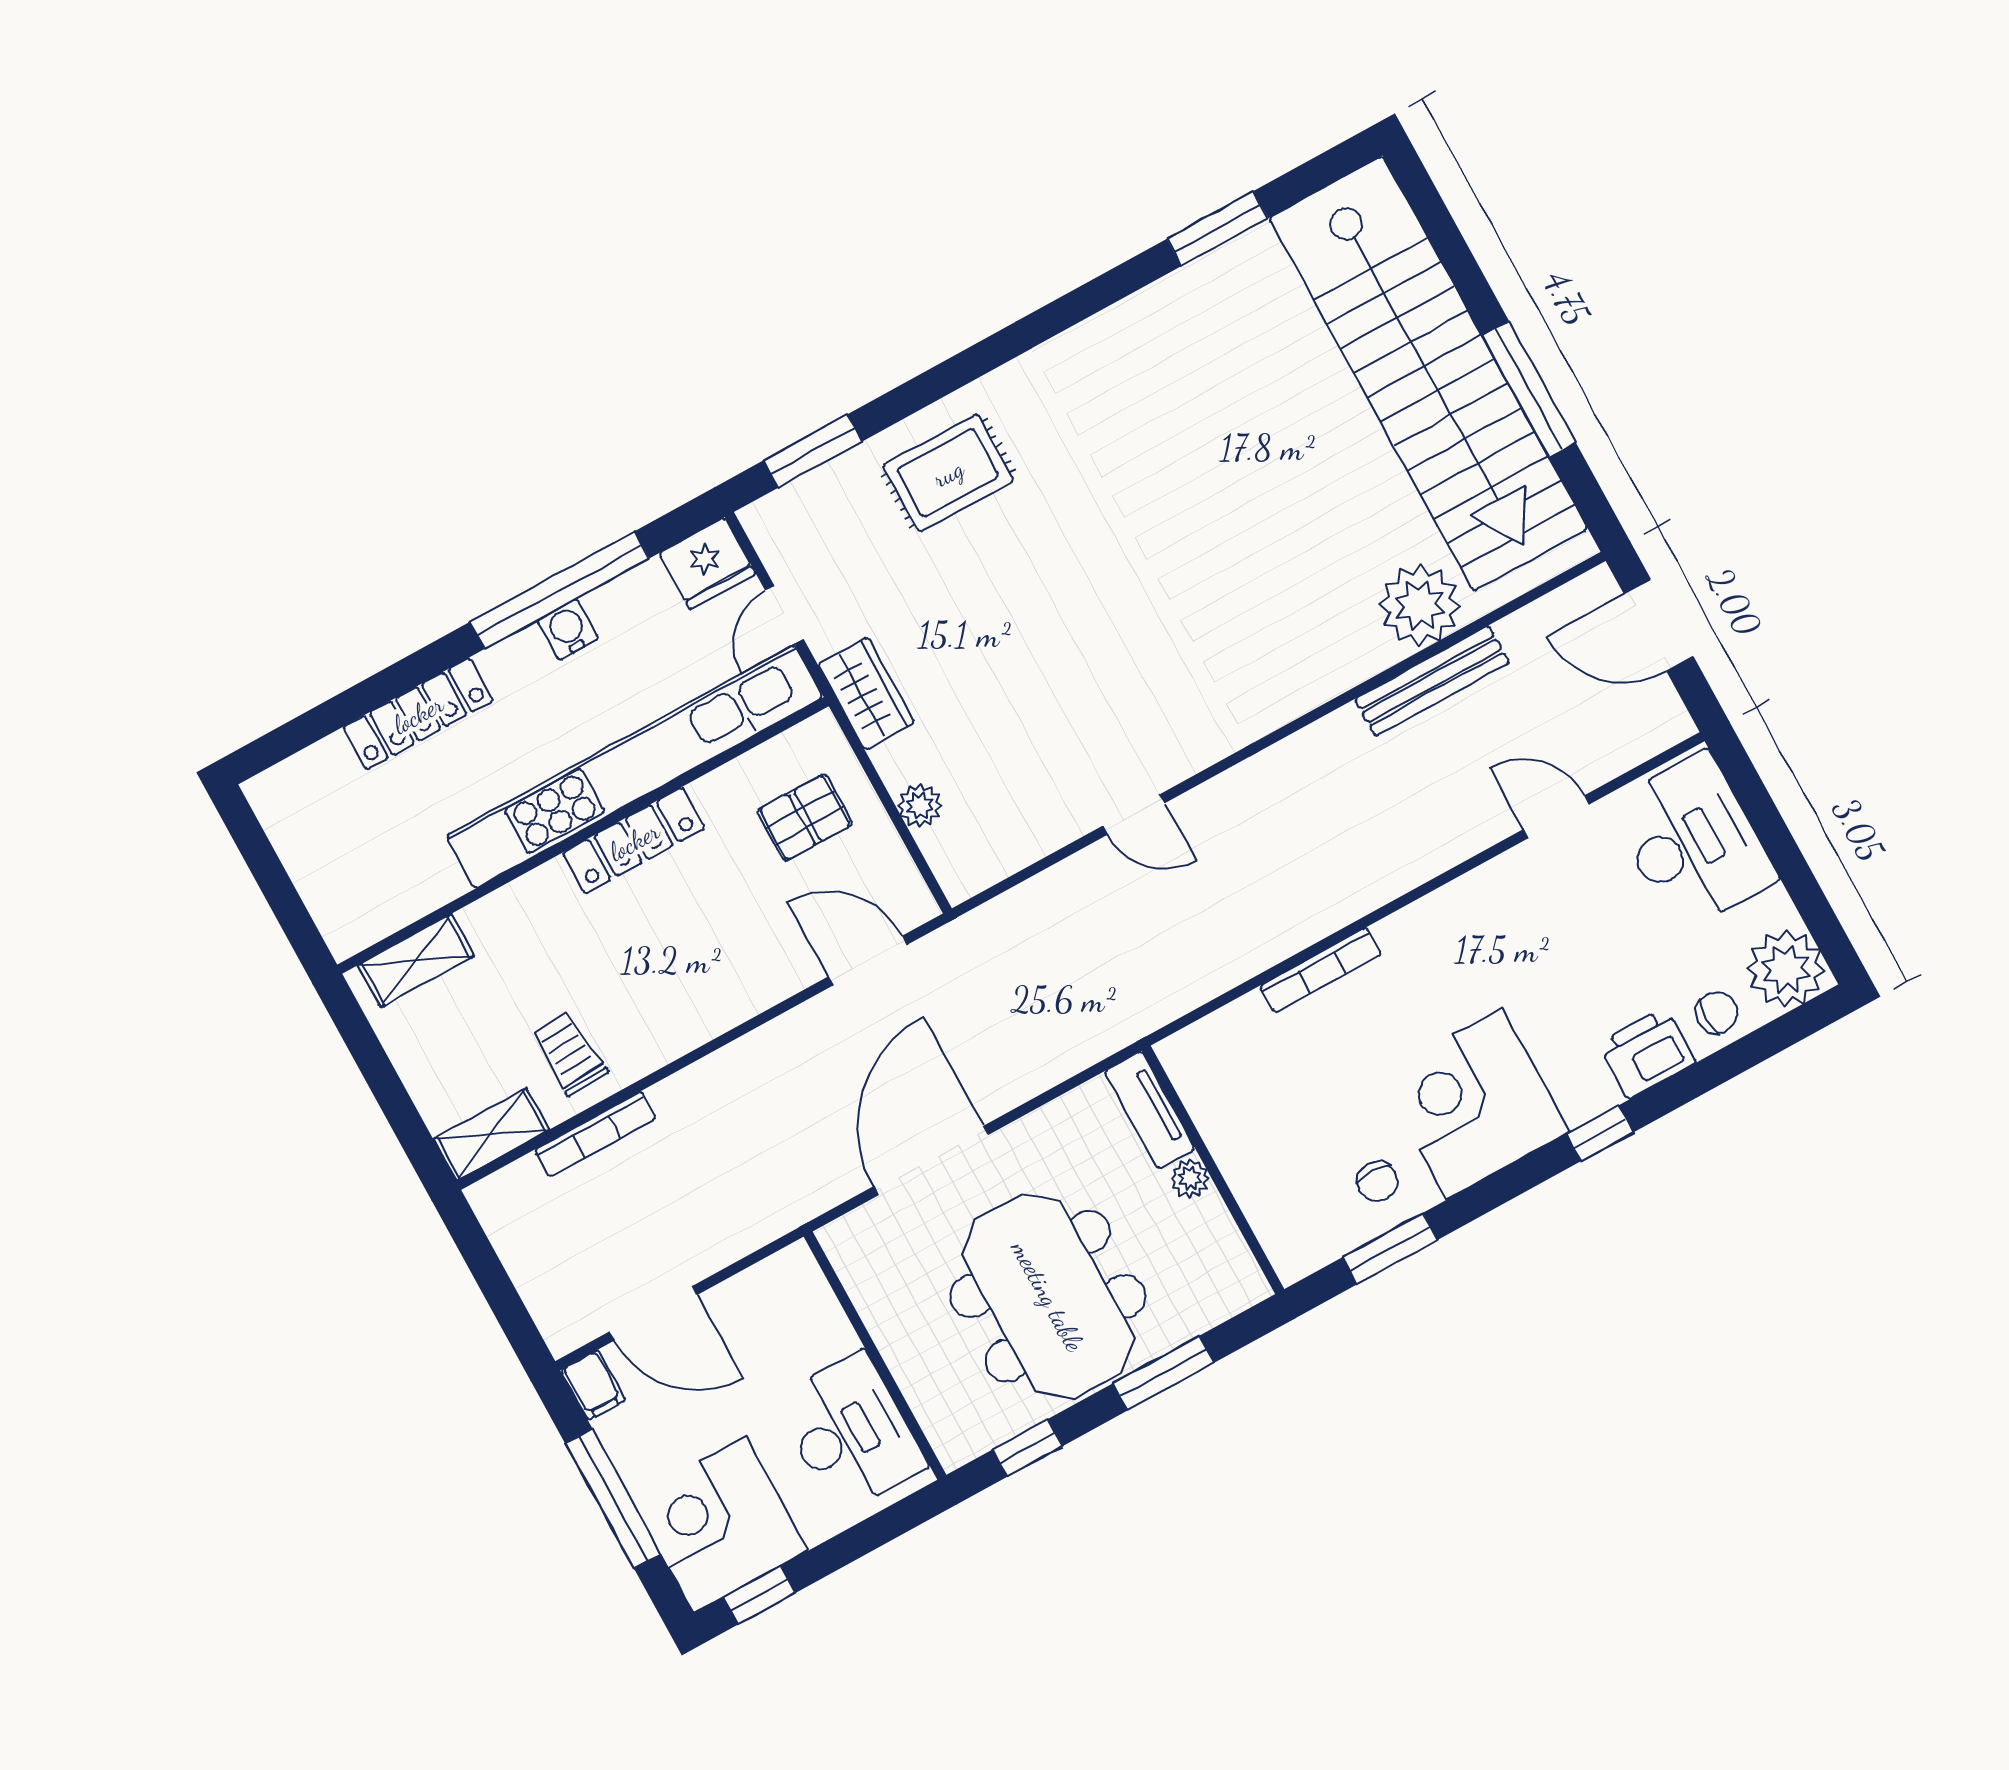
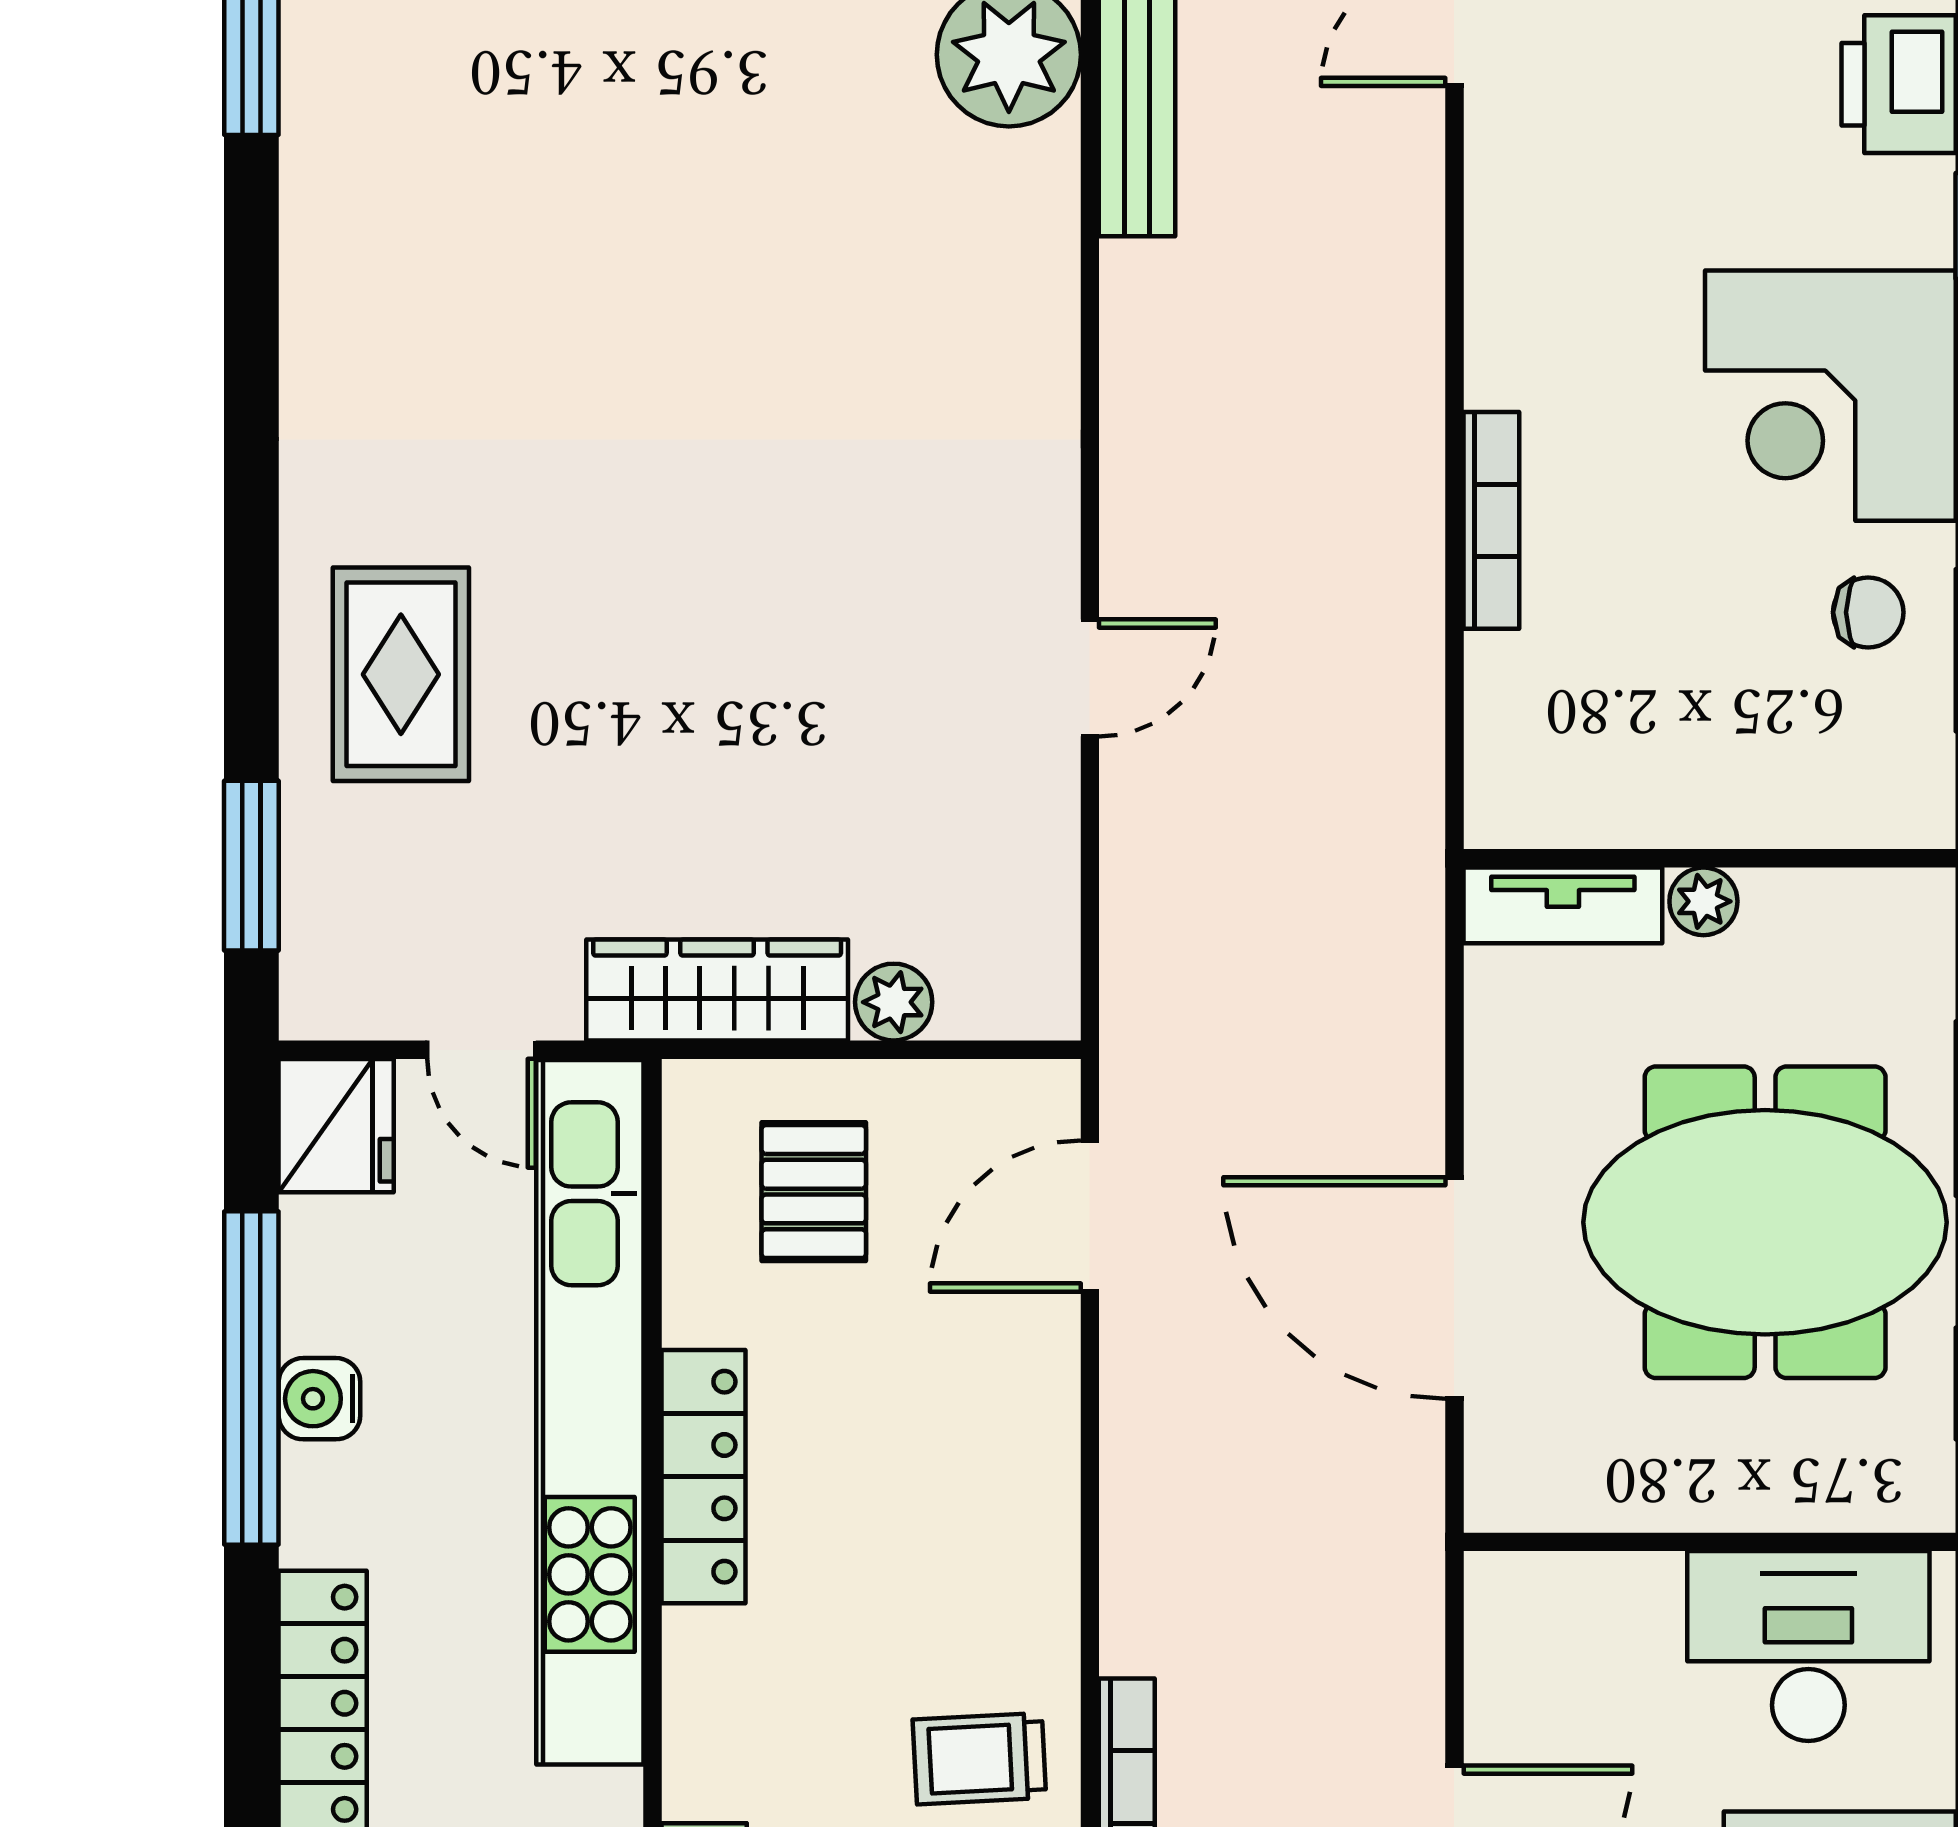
wardrobe: (866, 693) -> (717, 990), width x1.50

